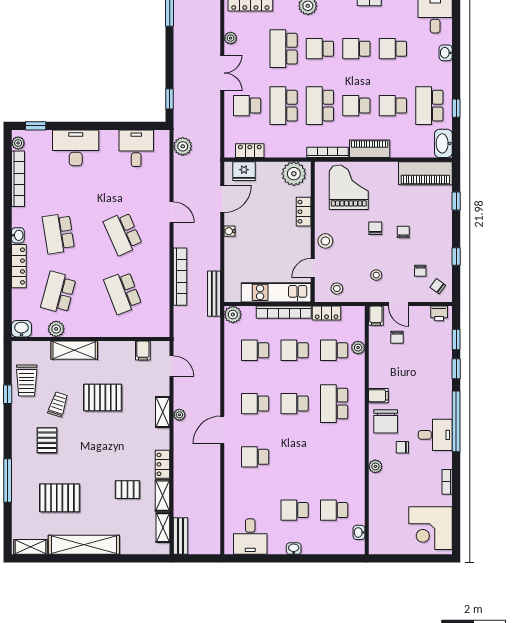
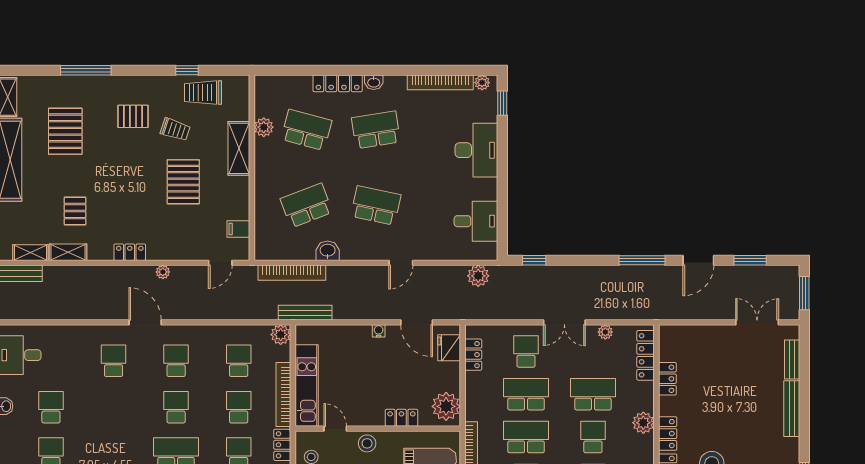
school desk: (123, 233) -> (376, 206), turned 36
bookcase: (180, 277) -> (292, 273), moved
washbasin: (21, 329) -> (328, 251), moved, turned -90
shelving: (163, 412) -> (166, 252), removed
locker: (163, 464) -> (130, 252), moved

